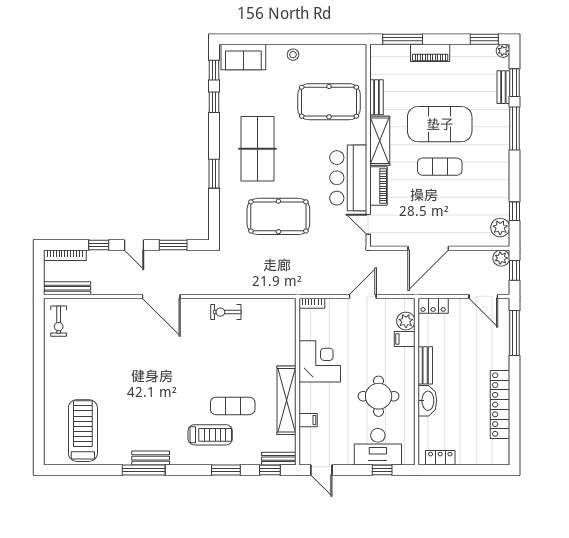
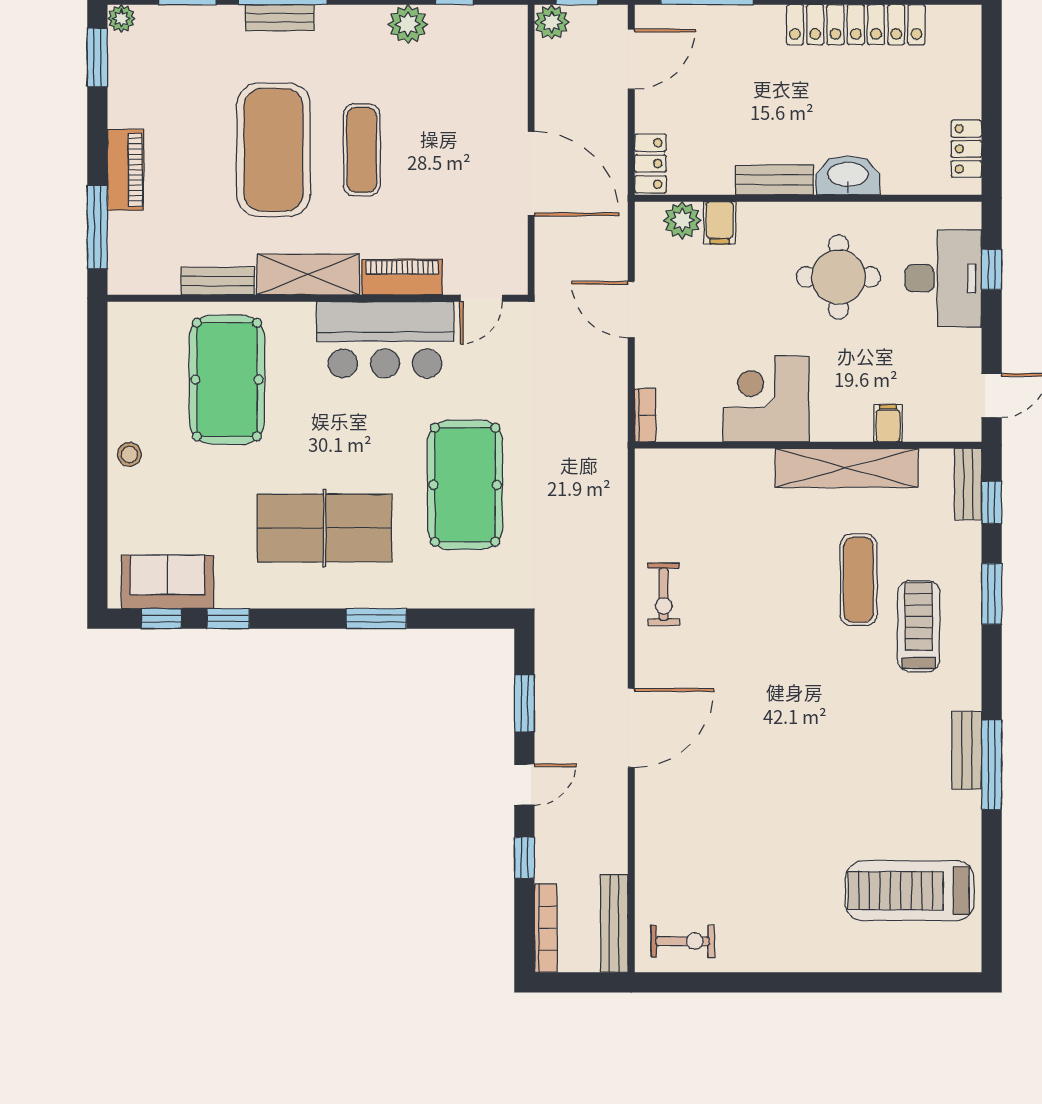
sofa: (243, 57) -> (167, 582), moved, turned -90
bench: (503, 87) -> (280, 18), moved
plant: (500, 228) -> (408, 24), moved

